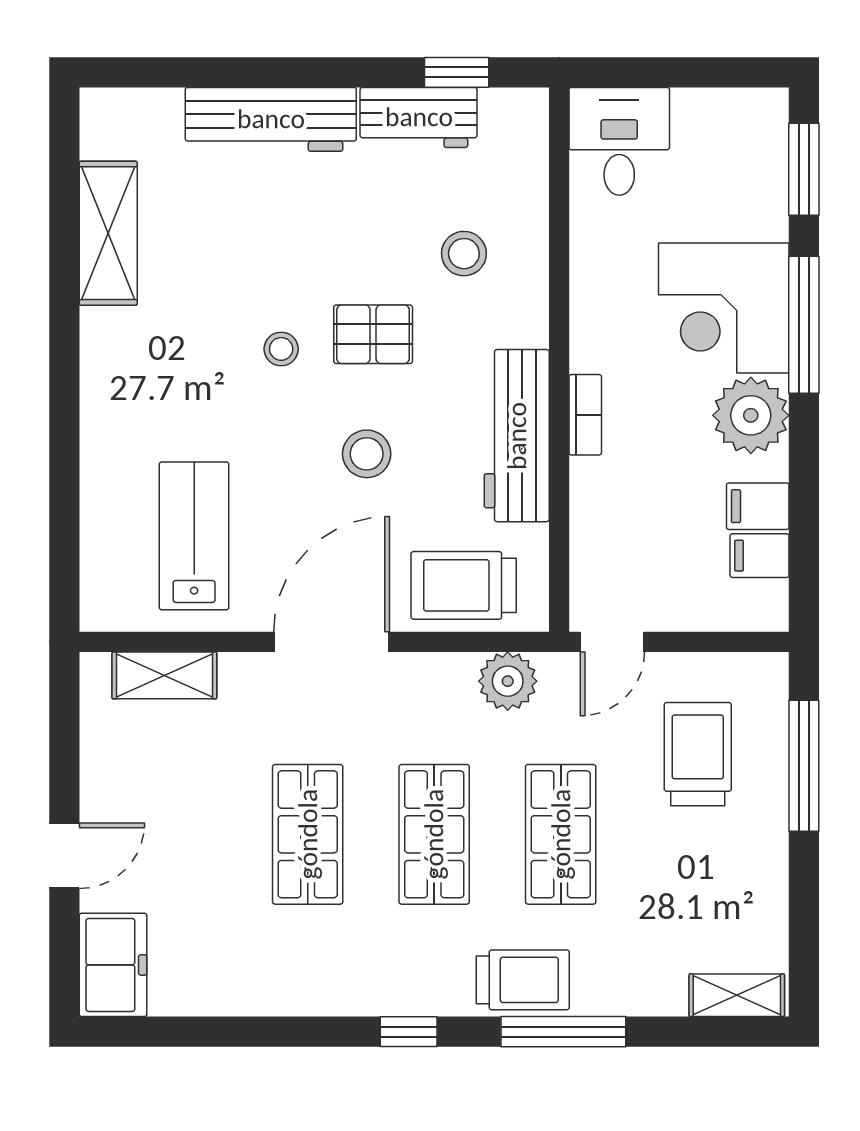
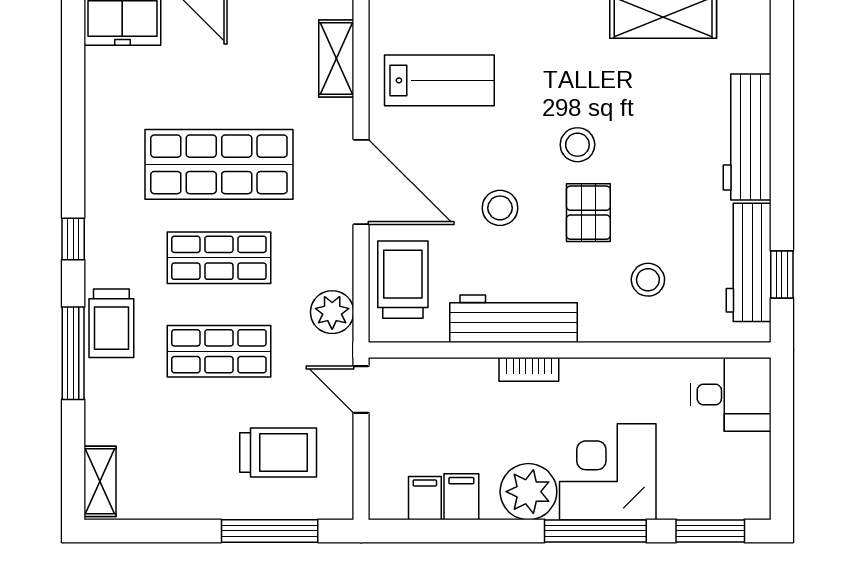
workbench: (419, 117) -> (749, 262), width x1.38
stool: (281, 349) -> (577, 145), width x1.37, depth x1.37
shop shelf: (308, 834) -> (219, 164), width x1.43, depth x1.36

